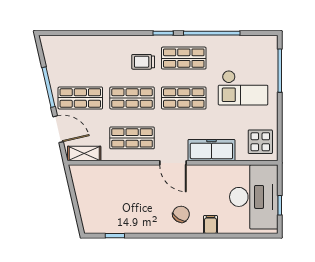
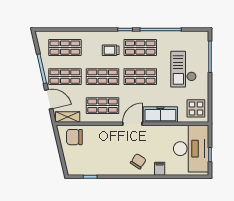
shop shelf: (80, 58) -> (65, 48), added
checkout: (243, 88) -> (183, 69), turned 90
door: (173, 163) -> (132, 124), swing flipped
chair: (93, 181) -> (74, 137), added

